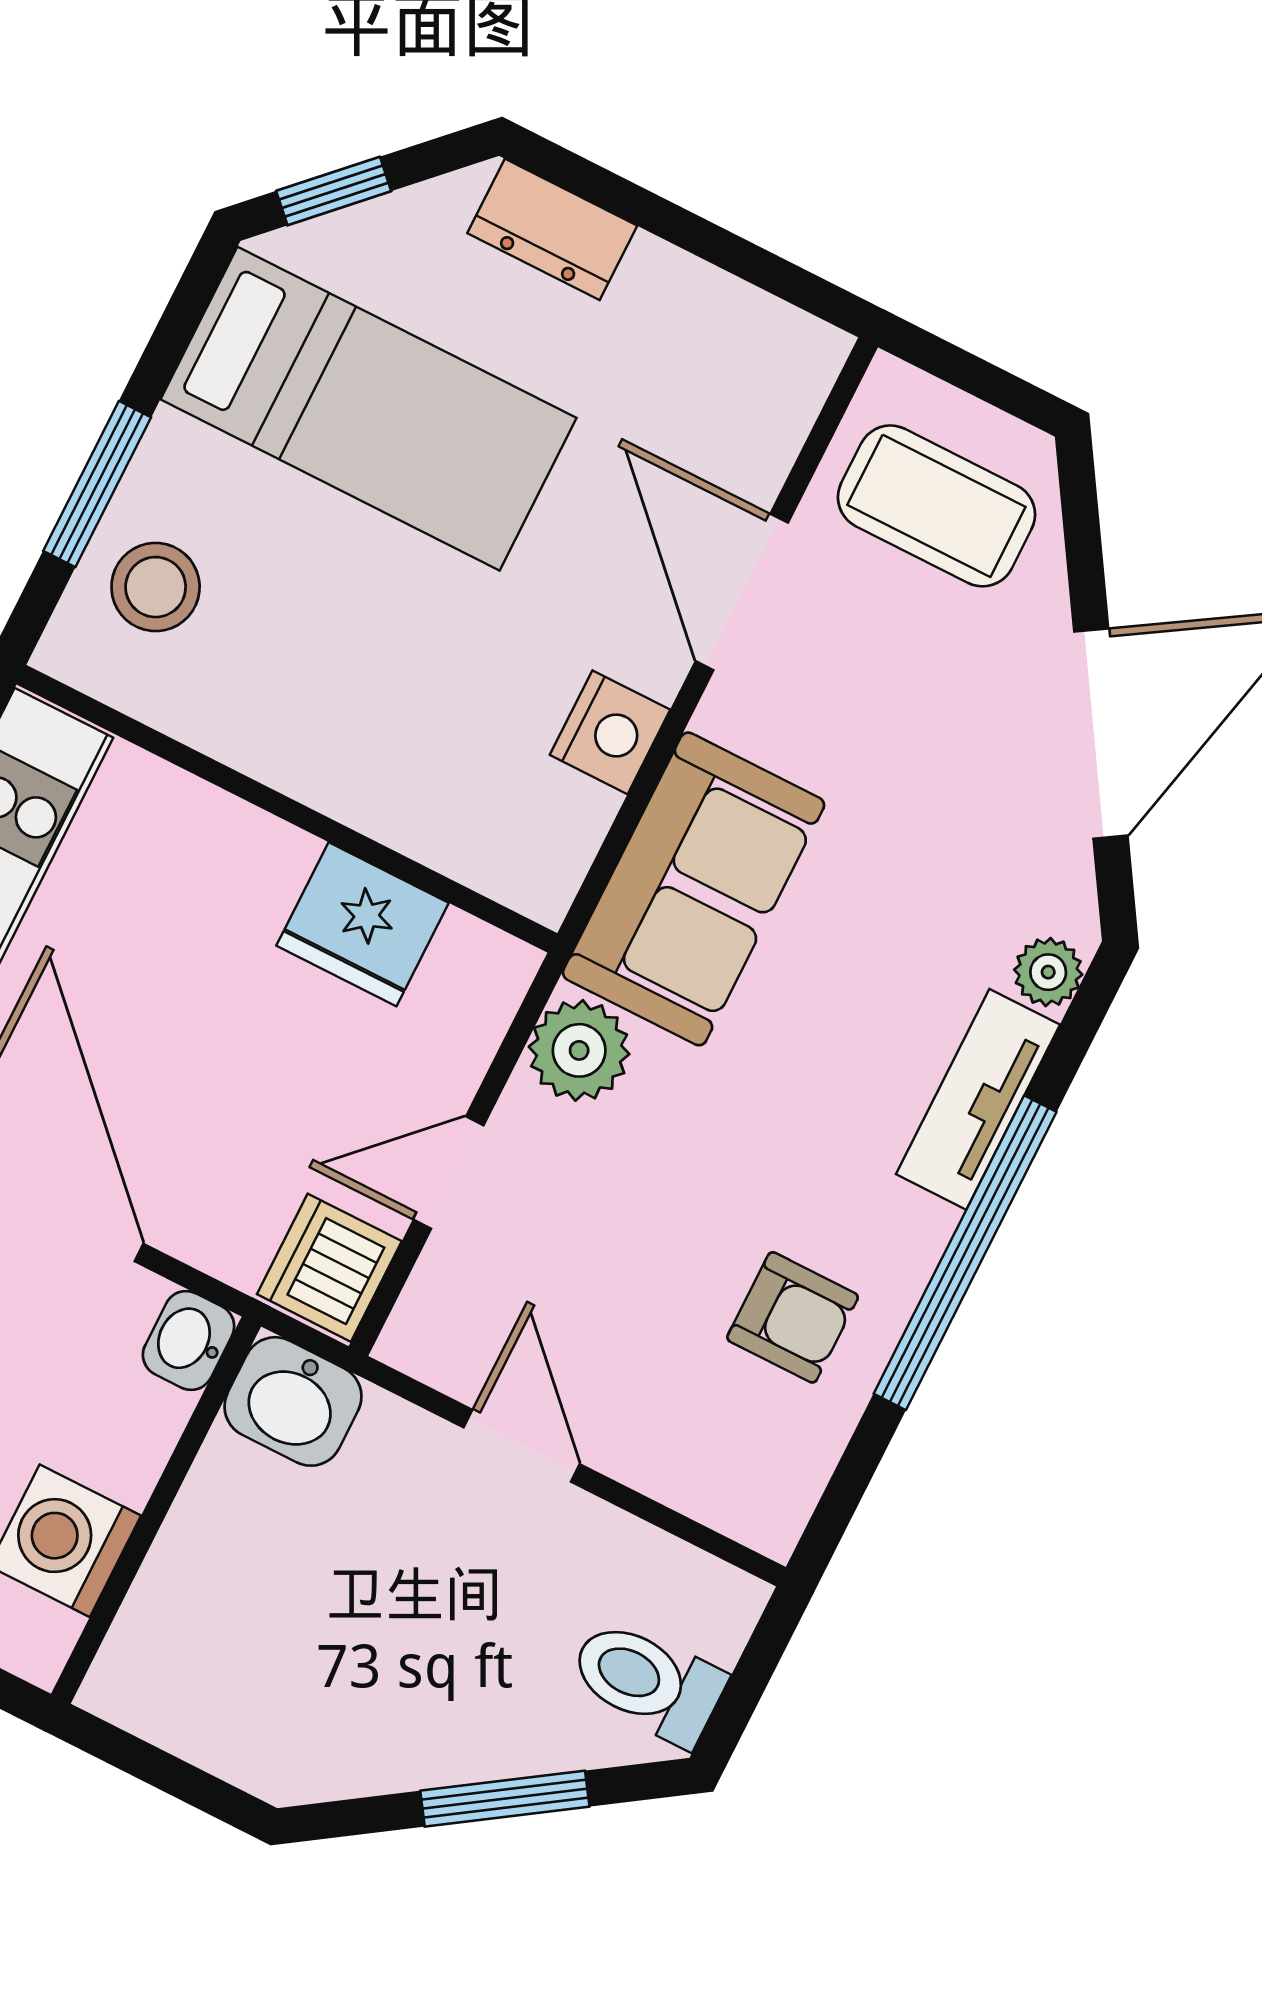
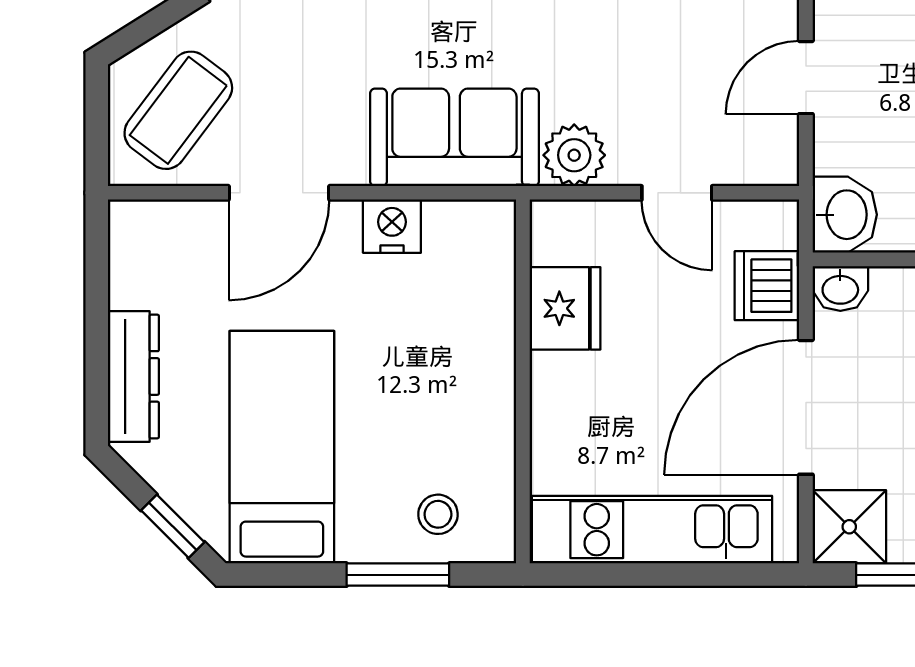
dresser: (552, 229) -> (133, 376), width x1.44
coffee table: (936, 506) -> (178, 110), turned 37
stool: (156, 587) -> (438, 514), width x0.73, depth x0.73
dishwasher: (329, 1268) -> (767, 286), moved, turned 90

